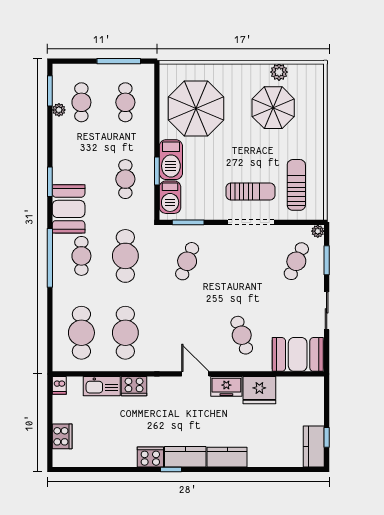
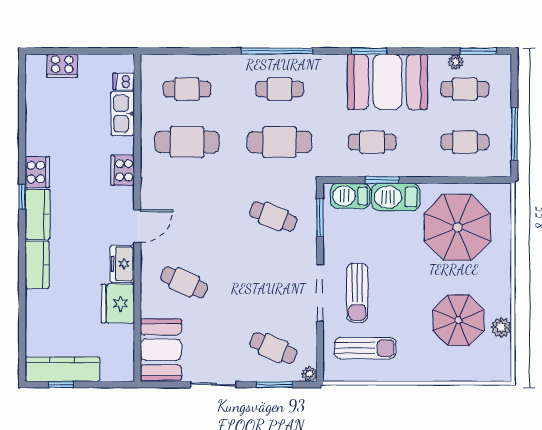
booth: (69, 209) -> (387, 82), moved, width x1.36, depth x1.42
cafe table: (81, 333) -> (187, 89), width x0.73, depth x0.74
cafe table: (242, 335) -> (184, 282), turned 42
dishwasher: (59, 385) -> (124, 81), moved
cooker: (134, 386) -> (123, 170), moved
kitchen counter: (314, 446) -> (62, 369), width x1.50

